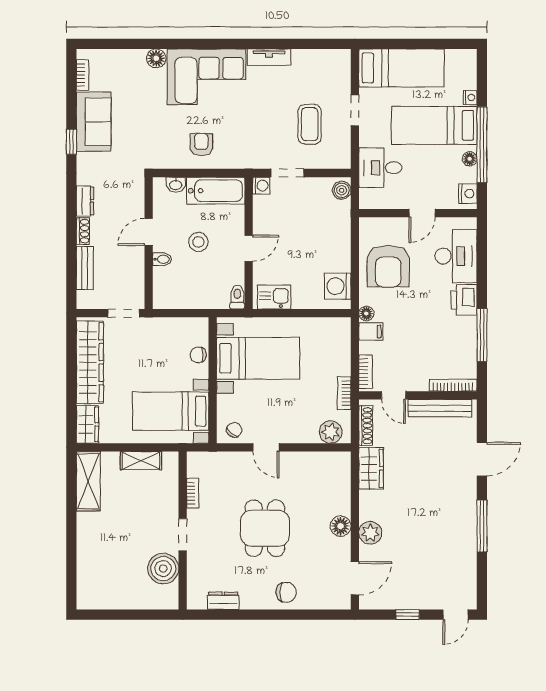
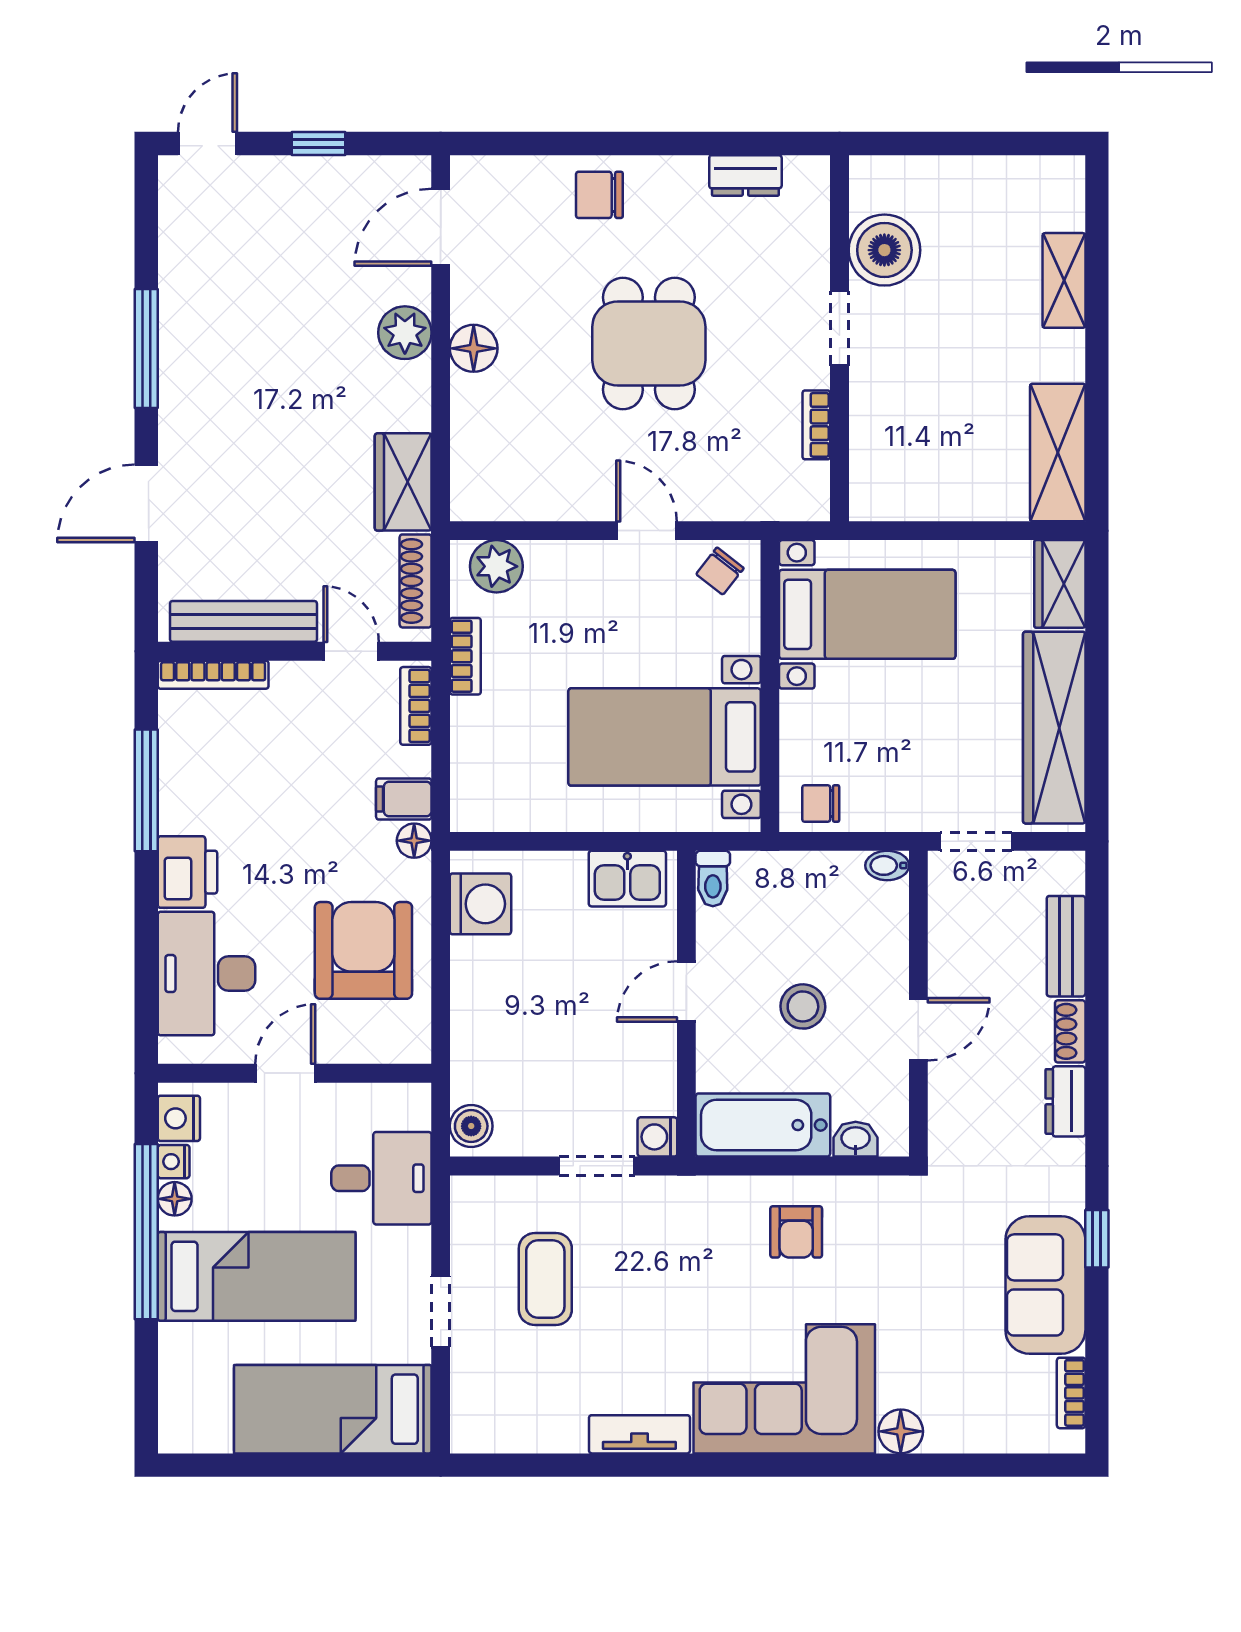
nightstand: (470, 97) -> (174, 1162), moved
bidet: (162, 259) -> (887, 865), moved
chair: (198, 355) -> (821, 804), moved, turned 180
shelving: (141, 461) -> (1064, 280), moved, turned 90

